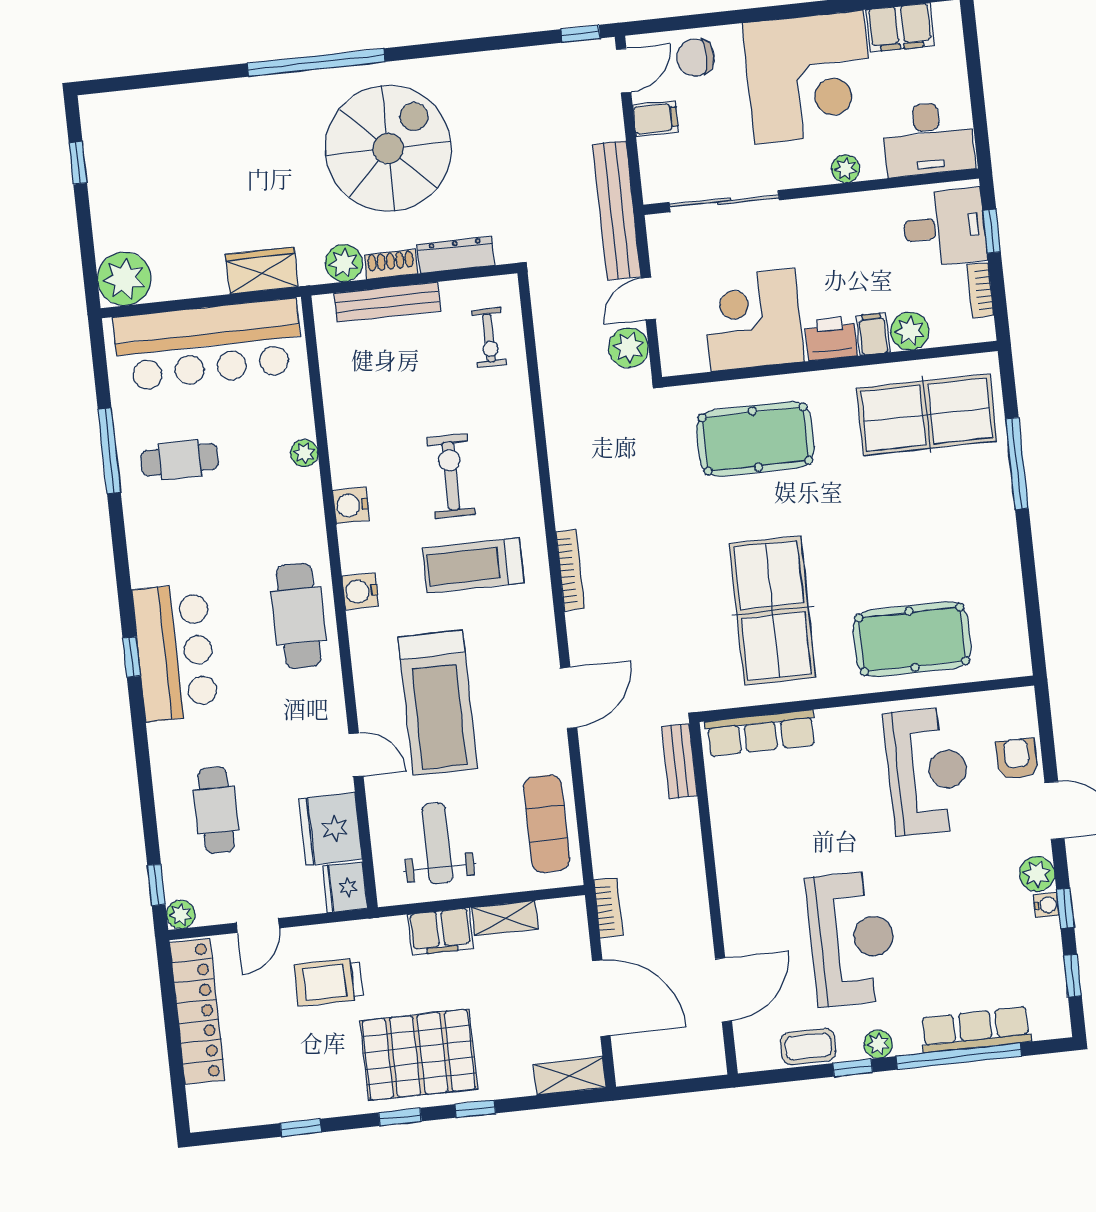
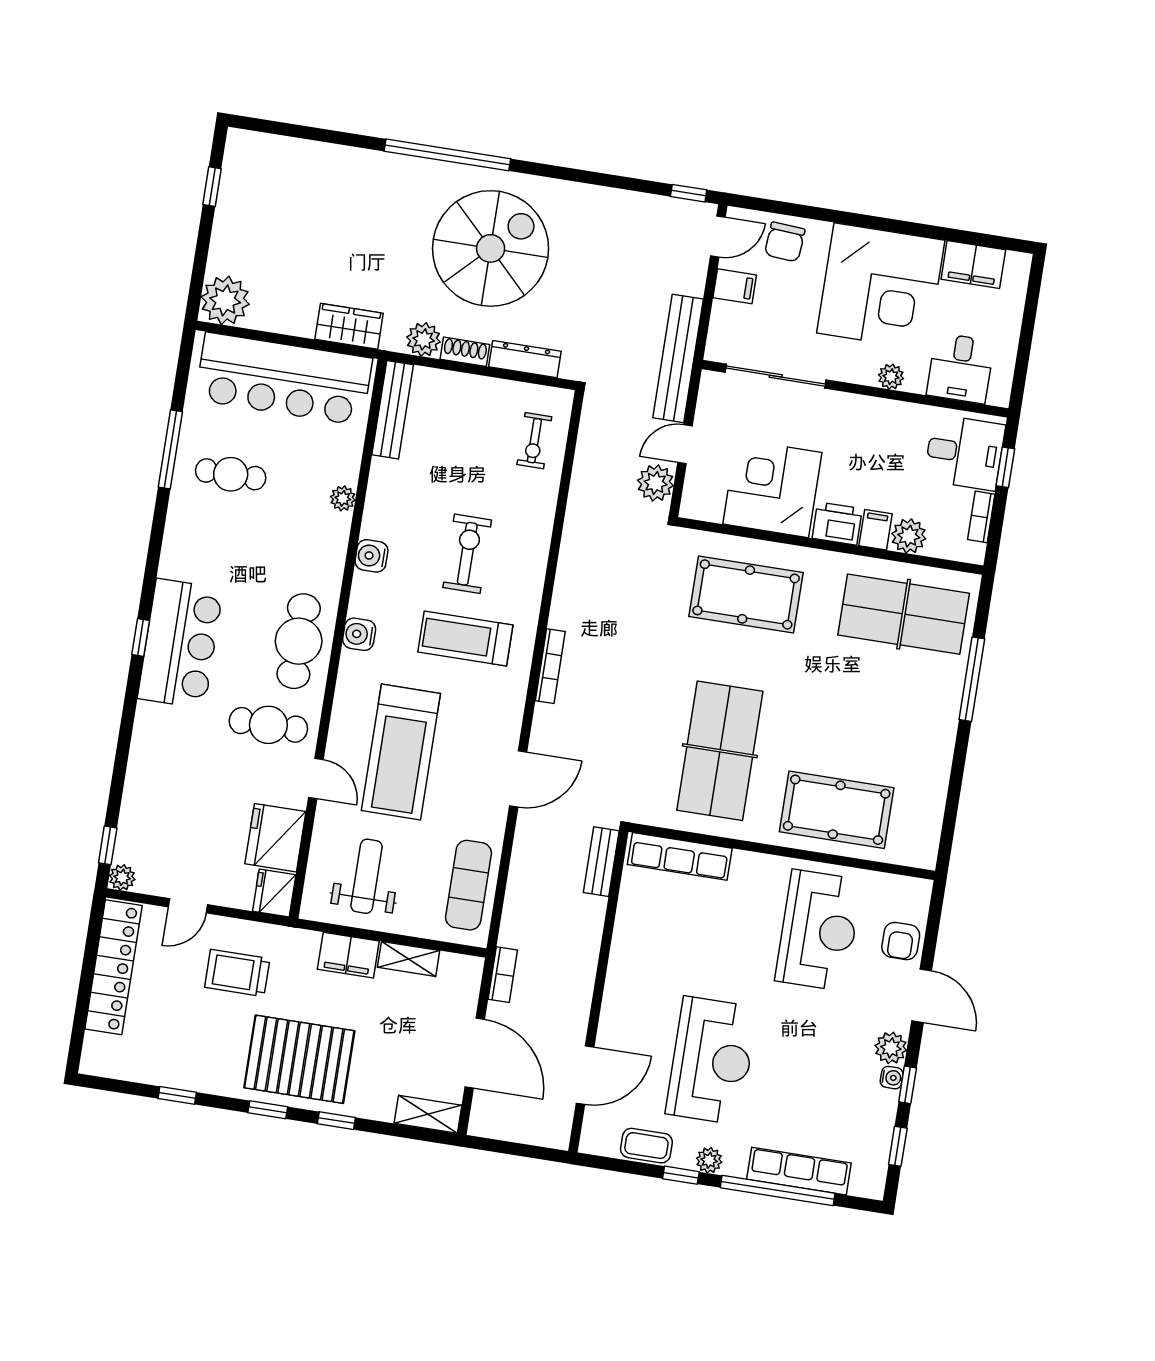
chair: (695, 58) -> (785, 242), turned -86
desk: (928, 139) -> (960, 368), width x0.73
bench: (387, 302) -> (393, 410), moved, turned 90
armchair: (1017, 759) -> (901, 941), turned 180
cafe table: (216, 810) -> (268, 725), moved, turned 90

